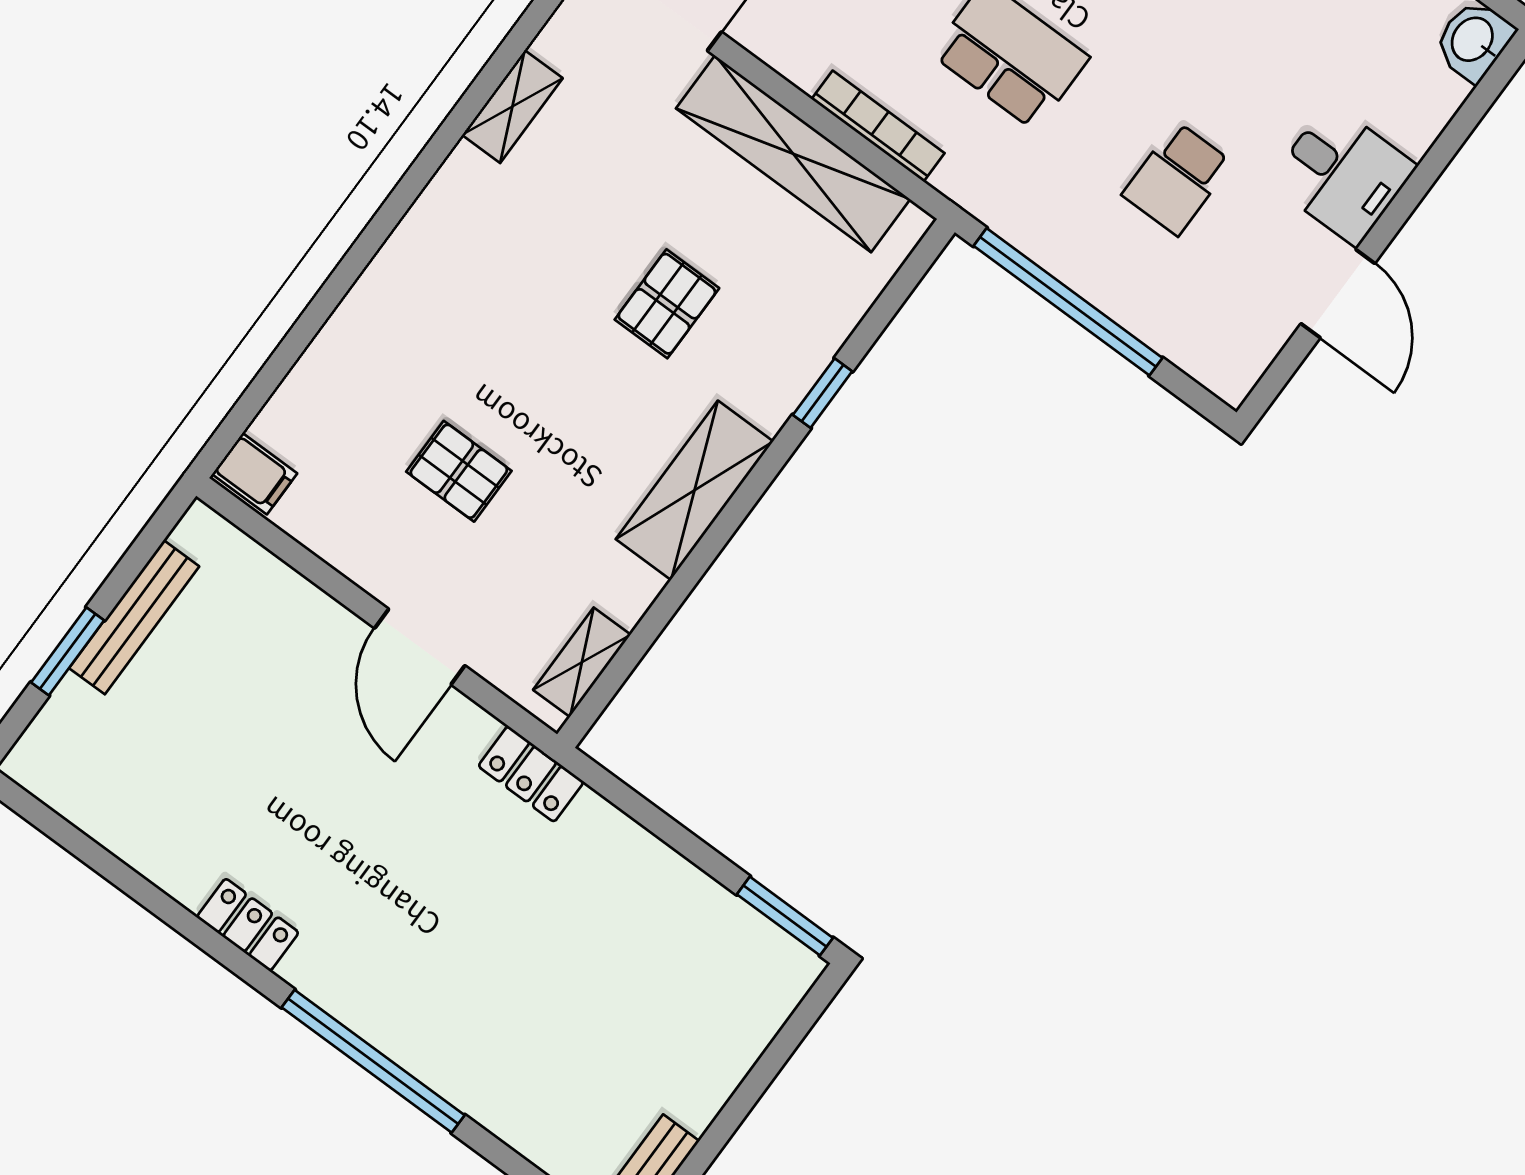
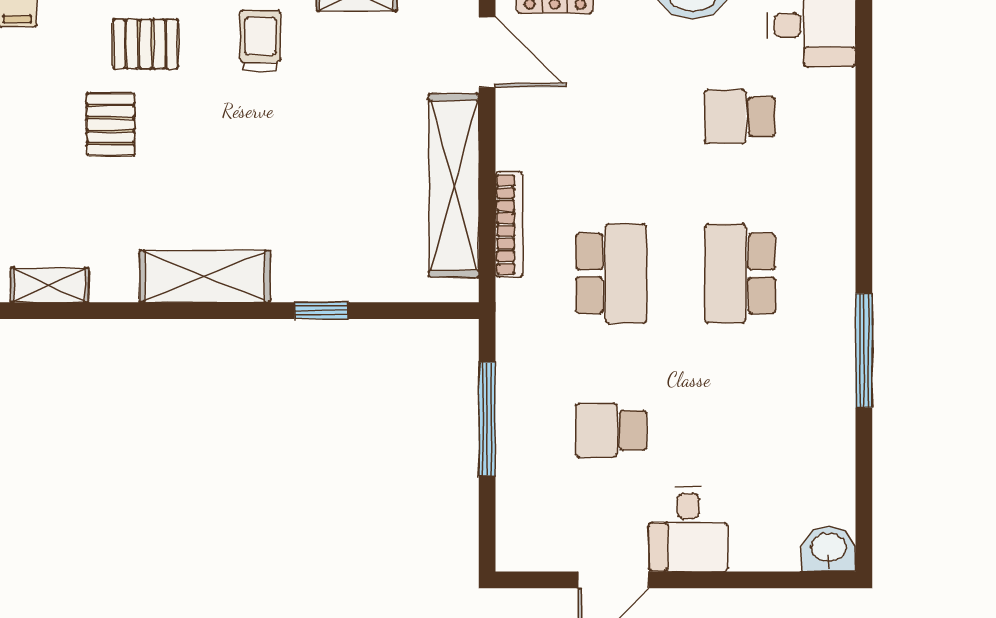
trolley: (487, 246) -> (260, 40), added
window: (1068, 302) -> (487, 419), width x0.68
pallet: (667, 304) -> (146, 44), moved

